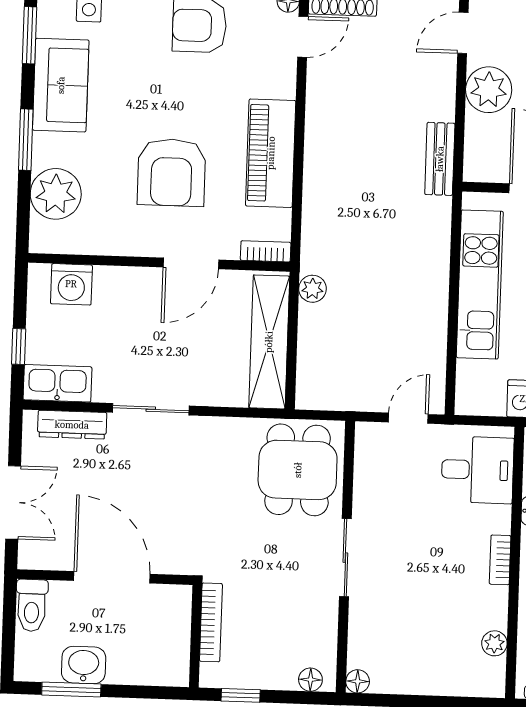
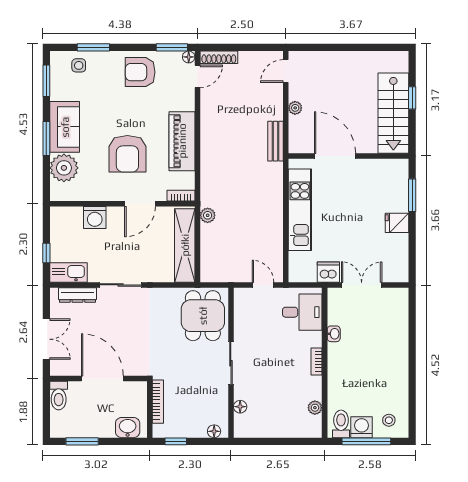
sofa: (61, 85) -> (65, 127), moved
plant: (489, 90) -> (295, 108), width x0.53, depth x0.53
washing machine: (71, 284) -> (95, 218), moved
door: (408, 418) -> (263, 285), hinge flipped
washbasin: (84, 665) -> (128, 428), moved
floor lamp: (358, 681) -> (240, 407), moved

